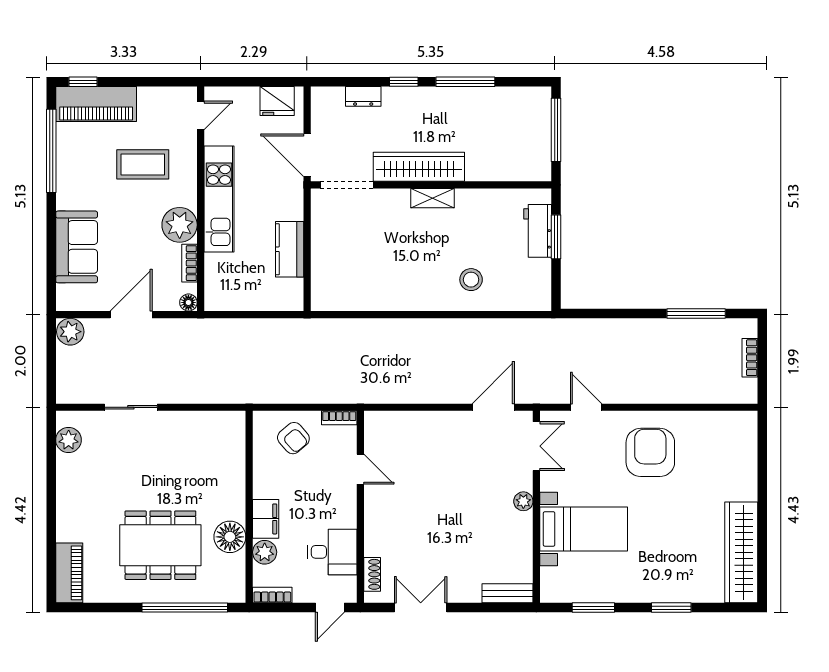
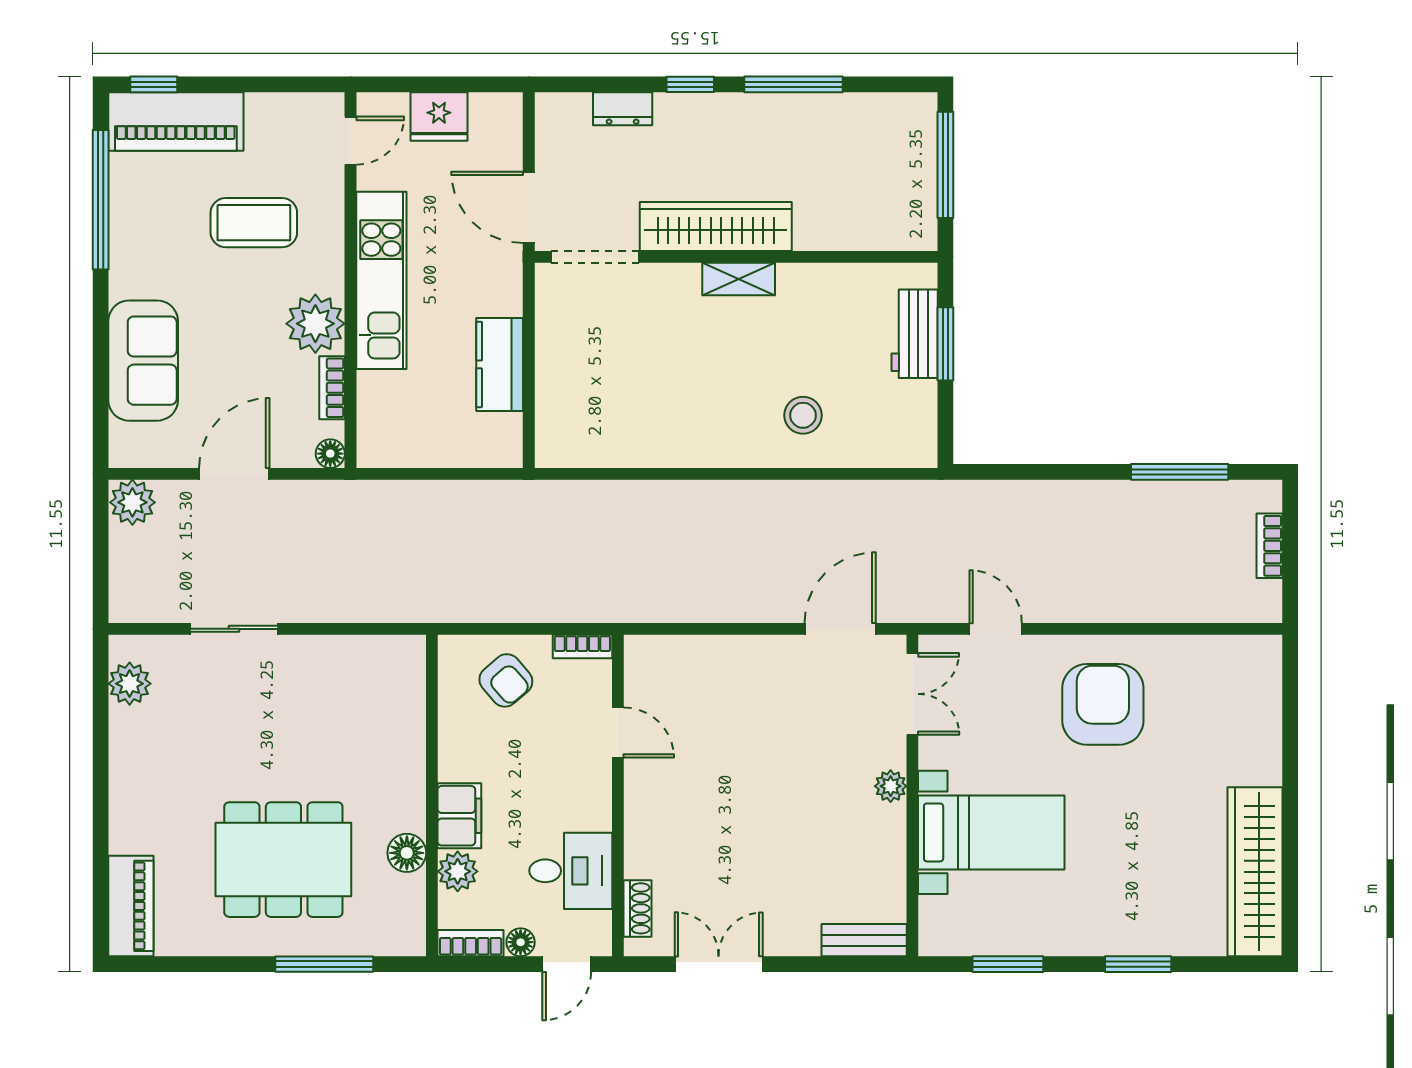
fridge: (277, 101) -> (439, 117), moved
floor lamp: (230, 537) -> (407, 853), width x0.73, depth x0.73
floor lamp: (302, 595) -> (521, 942), added
window: (185, 608) -> (324, 964), width x0.68

